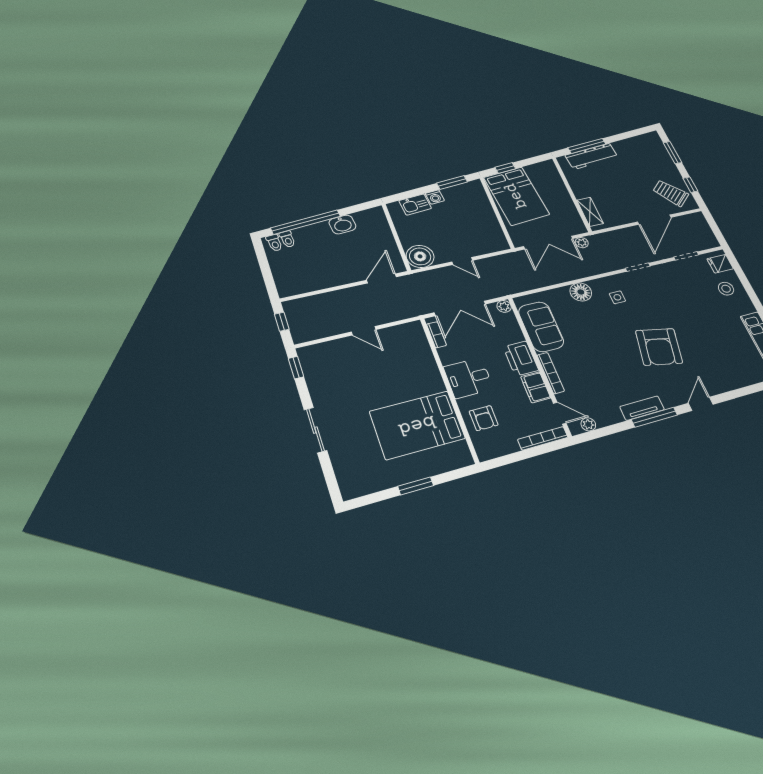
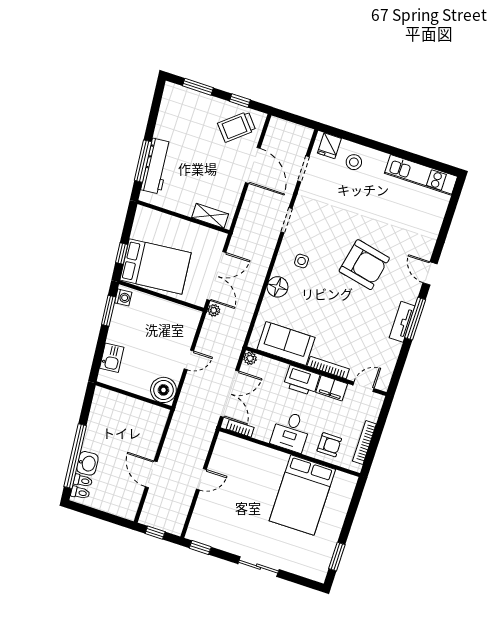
washing machine: (435, 197) -> (123, 297), moved
washbasin: (342, 224) -> (87, 463), moved
plant: (582, 243) -> (214, 310), moved
door: (381, 278) -> (151, 474), moved
plant: (588, 424) -> (386, 373), removed
bookcase: (543, 438) -> (364, 442), moved
window: (416, 486) -> (337, 557), moved

